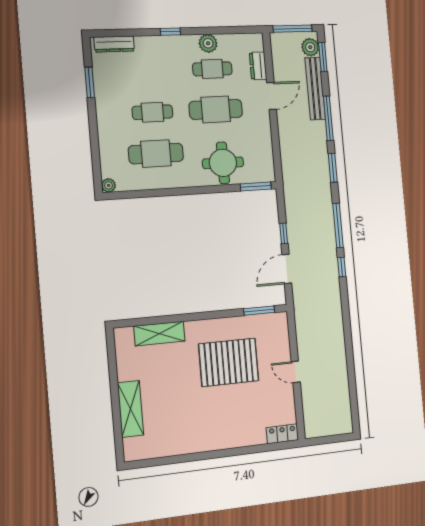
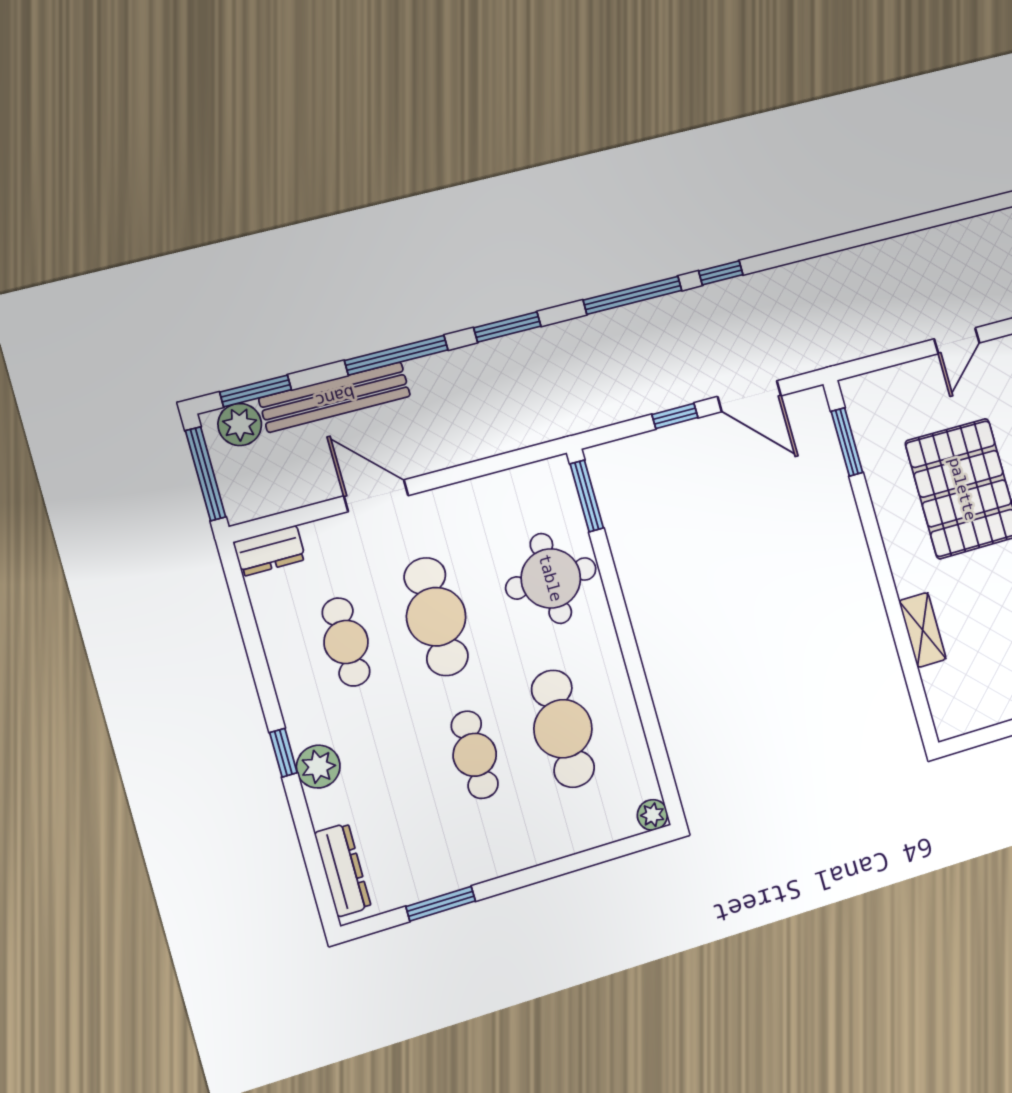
plant: (208, 43) -> (318, 767), moved
dresser: (258, 66) -> (270, 551), moved
shelving: (159, 334) -> (923, 630), width x0.67, depth x0.75

